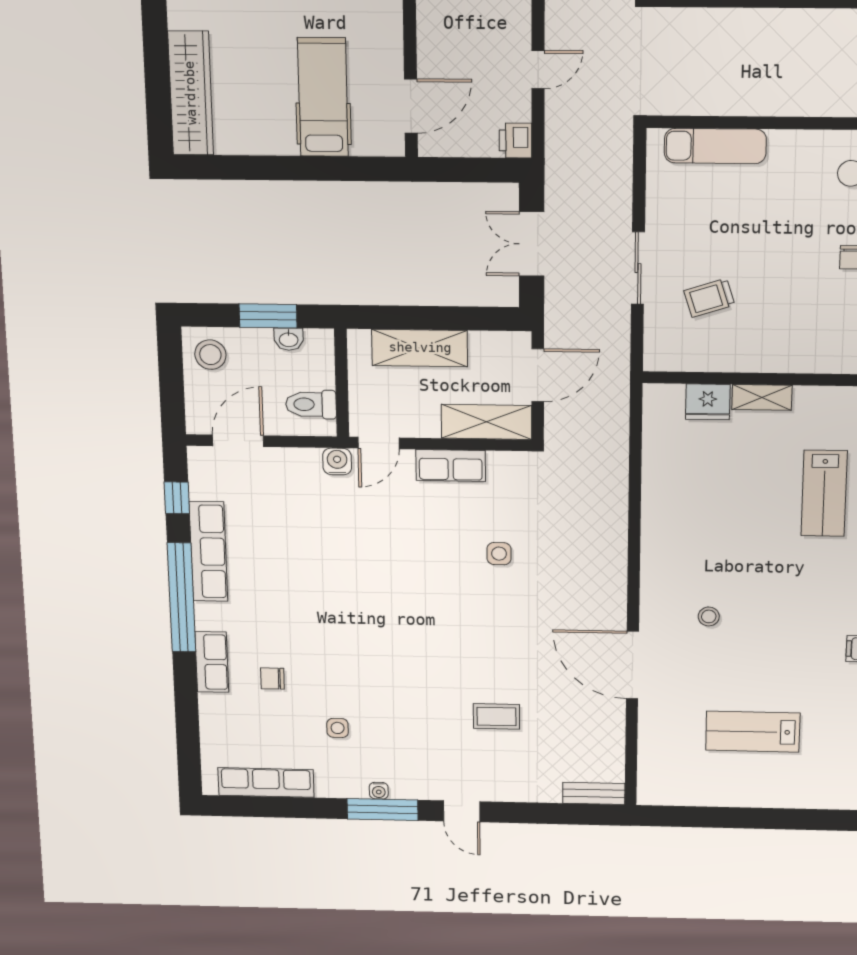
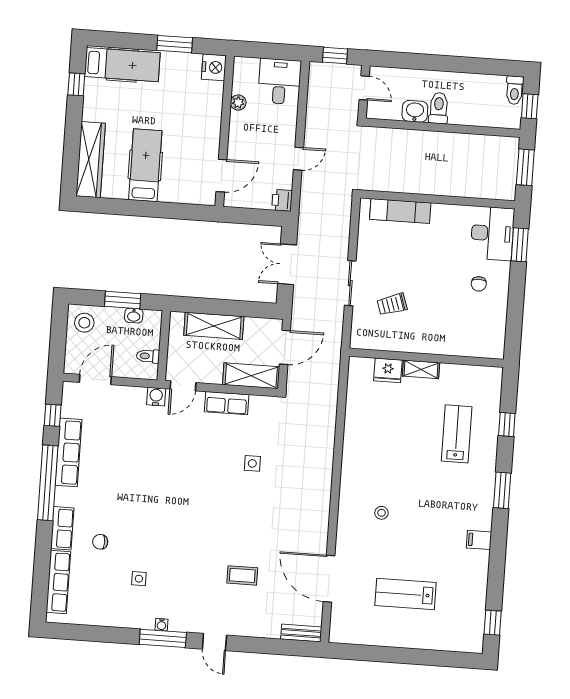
hospital bed: (323, 97) -> (145, 165), moved
toilet: (311, 404) -> (148, 356), width x0.73, depth x0.72
lab bench: (824, 493) -> (457, 434), turned 180
door: (632, 665) -> (329, 579), moved
row of seats: (266, 782) -> (58, 582), moved, turned 90

